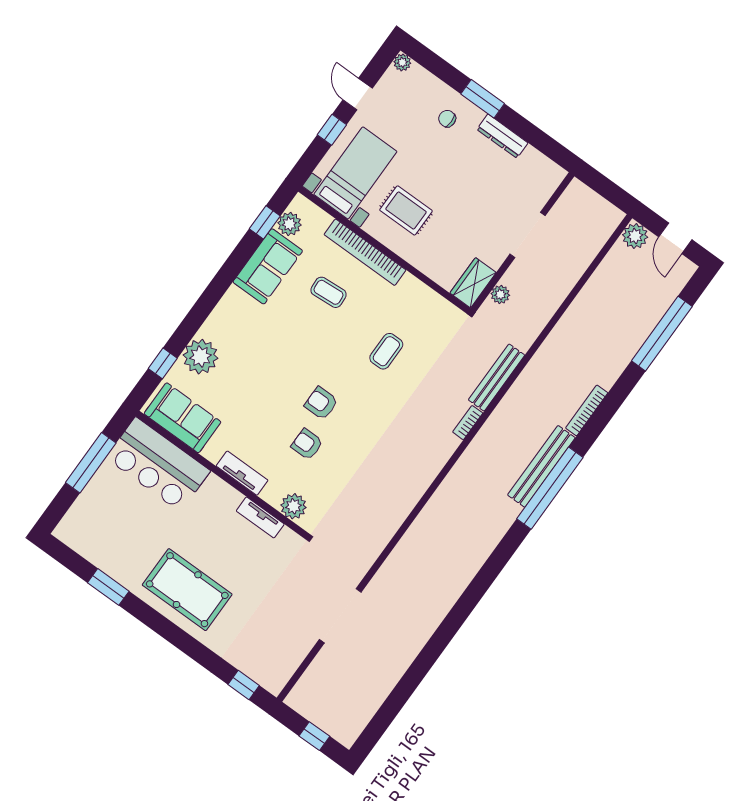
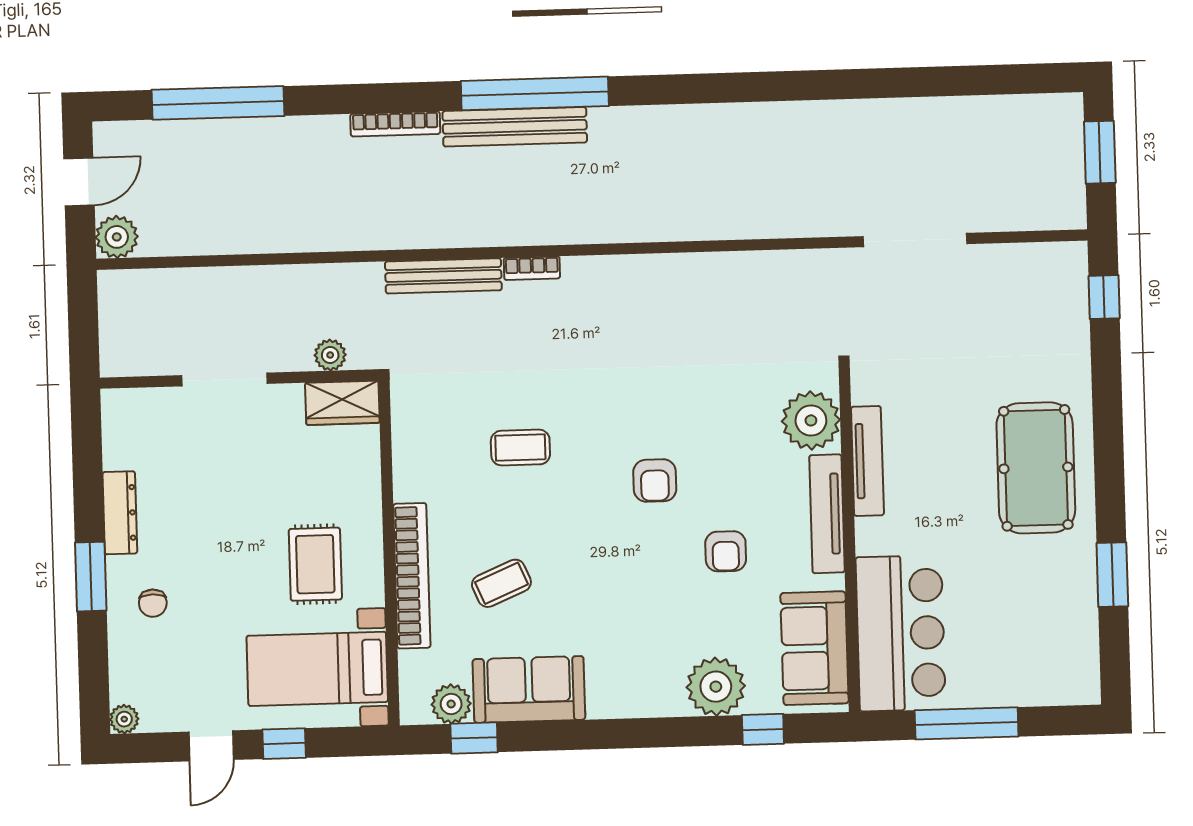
coffee table: (329, 292) -> (501, 583), turned 71
armchair: (307, 444) -> (726, 551), moved
tv unit: (242, 473) -> (827, 514), width x1.41
plant: (294, 506) -> (811, 420), width x1.36, depth x1.36
tv unit: (260, 517) -> (867, 461), width x1.41
window: (314, 736) -> (1100, 152), width x1.50

